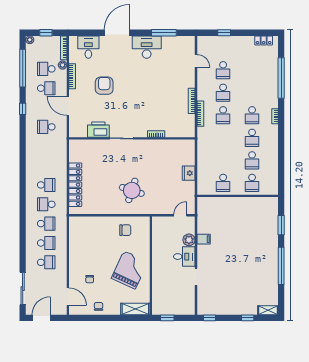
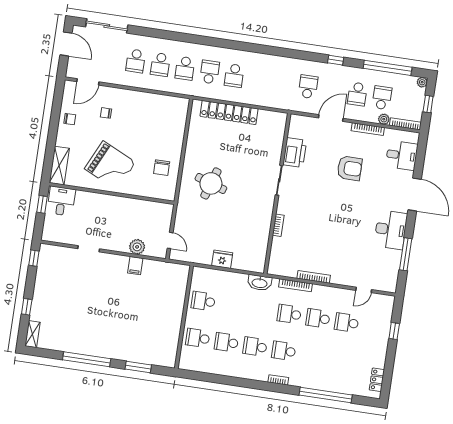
washbasin: (203, 142) -> (260, 283), added
desk: (184, 257) -> (61, 201), moved, turned 180

